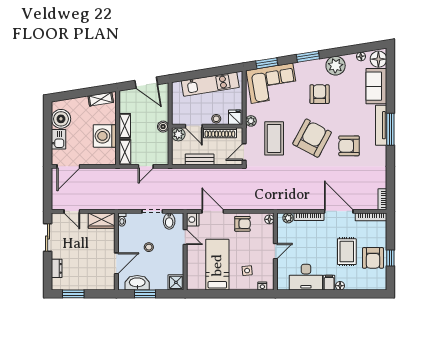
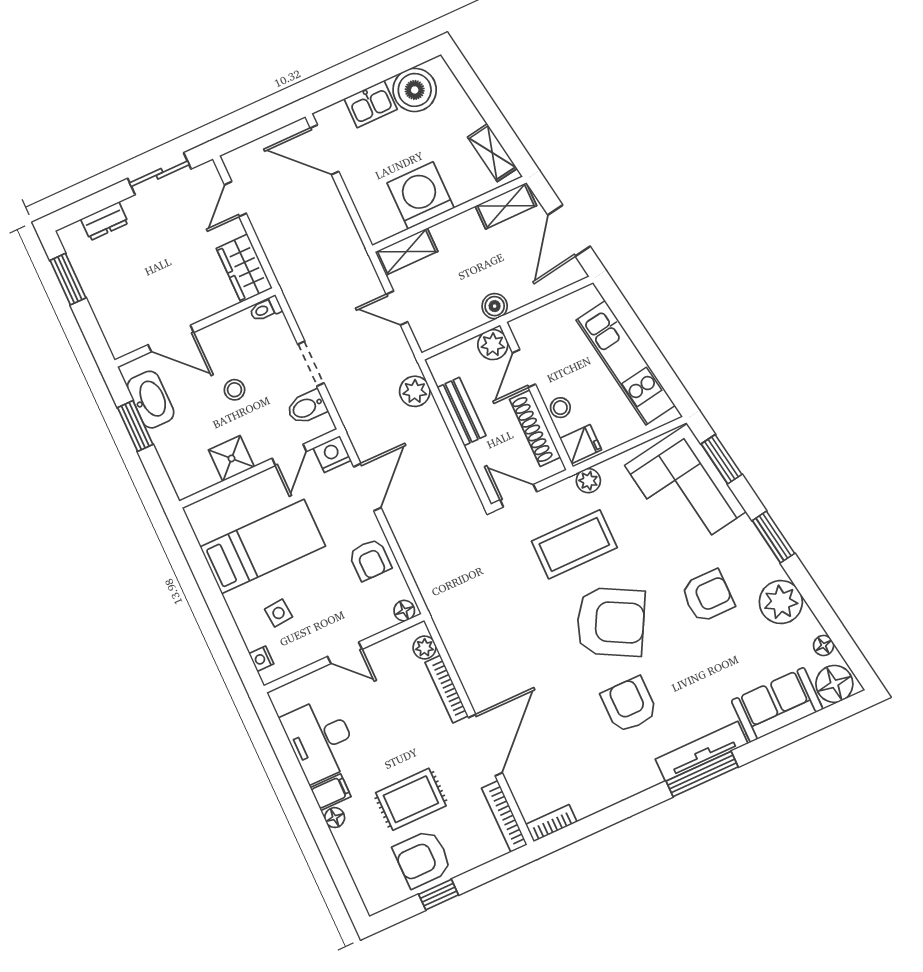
shelving: (125, 126) -> (506, 206), moved
plant: (183, 175) -> (415, 391), added
shower: (176, 282) -> (231, 458), moved

